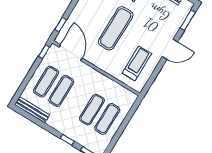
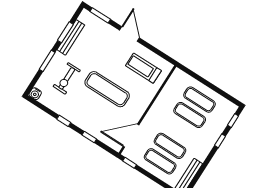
window: (61, 24) -> (89, 137), moved

